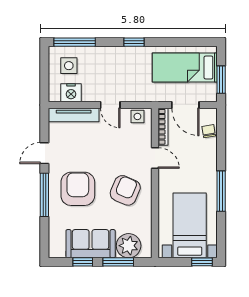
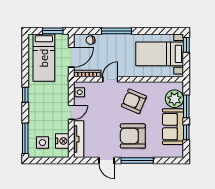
window: (221, 191) -> (117, 31), moved

